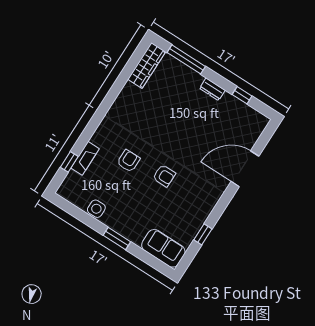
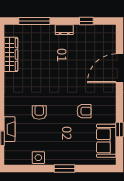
wardrobe: (147, 66) -> (11, 54), moved
armchair: (164, 176) -> (84, 111), moved
sofa: (163, 248) -> (106, 141), moved, turned -90

